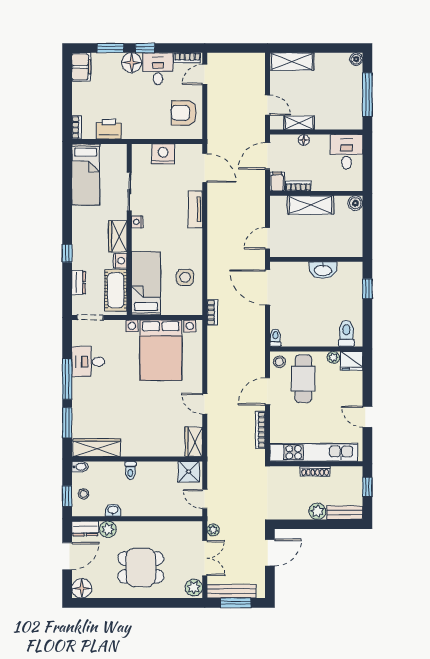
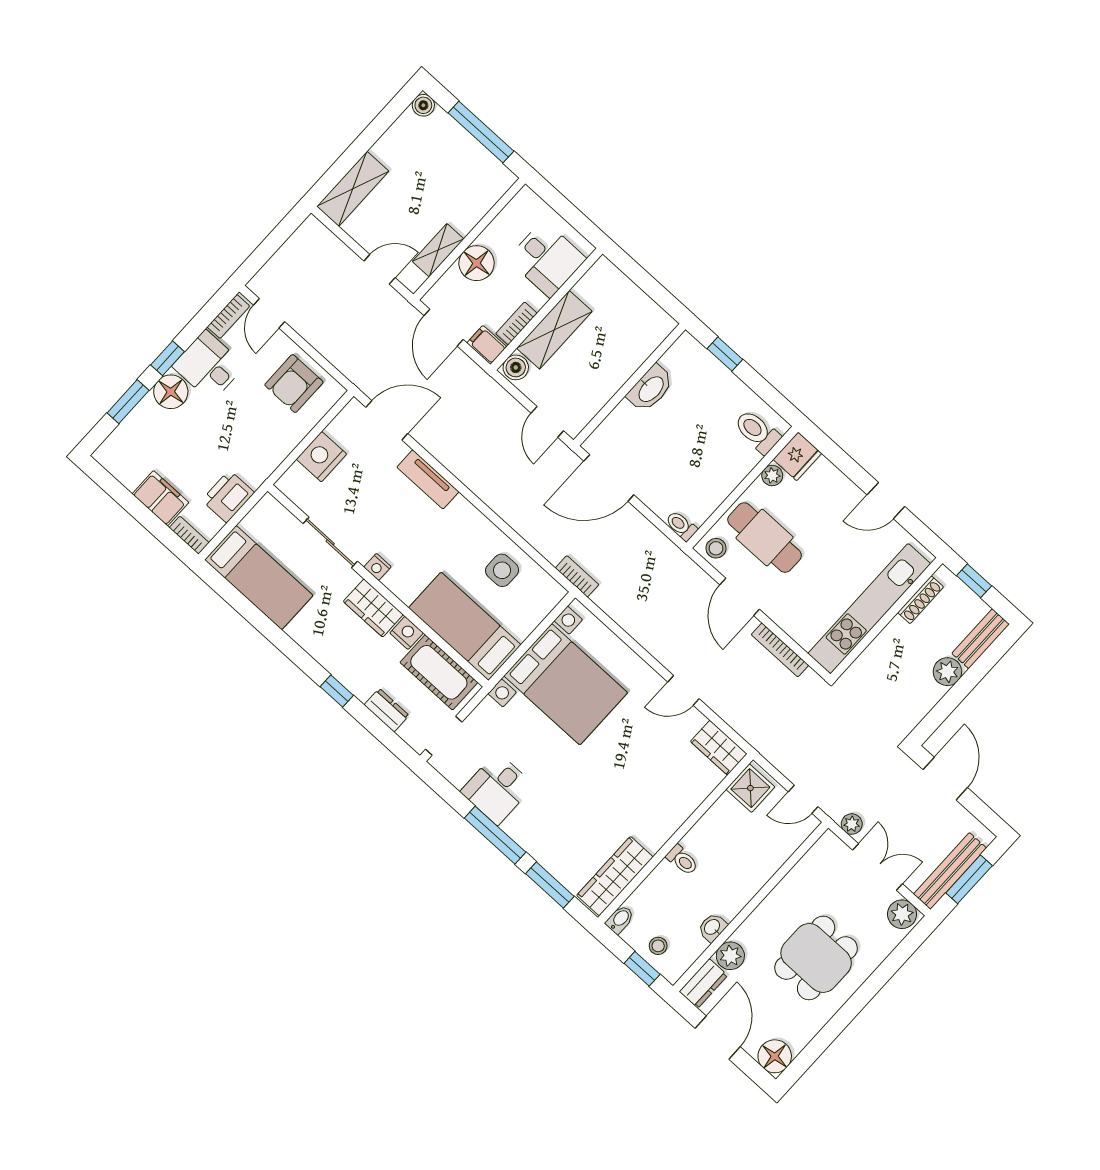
filing cabinet: (81, 67) -> (160, 498), moved
floor lamp: (304, 140) -> (477, 263), width x1.89, depth x1.89
desk: (347, 152) -> (547, 259), moved, turned 180
boiler: (355, 203) -> (516, 367), moved
shoe rack: (315, 471) -> (921, 600), moved

